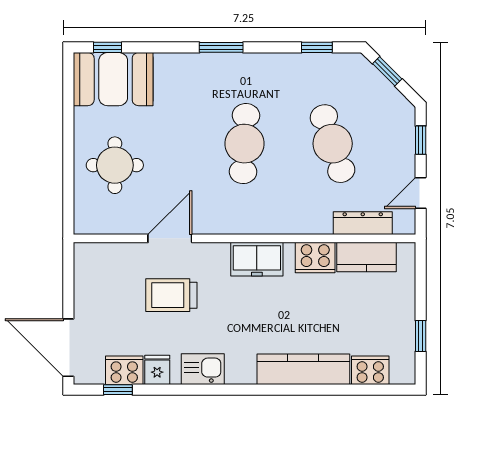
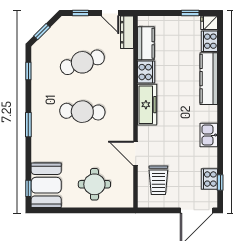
dresser: (363, 223) -> (127, 32), moved
freezer: (257, 259) -> (147, 105), width x1.40
trolley: (171, 295) -> (158, 180), moved
fridge: (157, 370) -> (209, 23), moved

